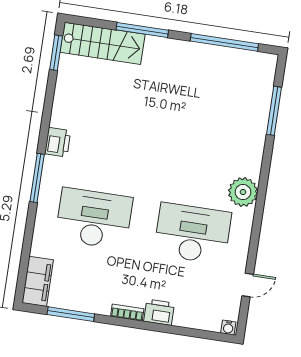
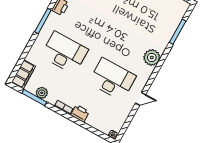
plant: (243, 192) -> (152, 57), moved
door: (248, 285) -> (141, 99), moved
plant: (81, 301) -> (42, 93), added

